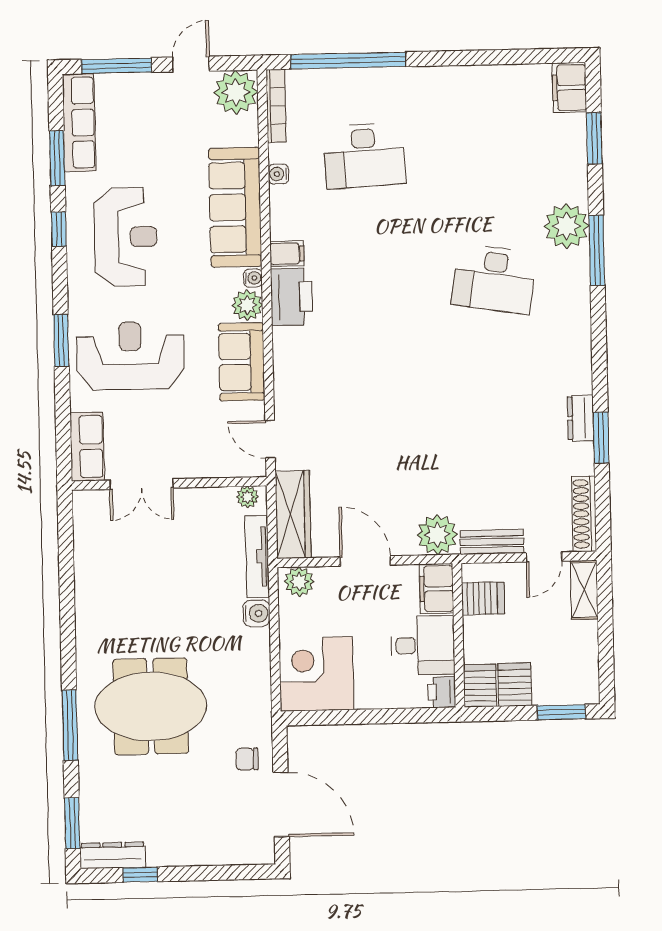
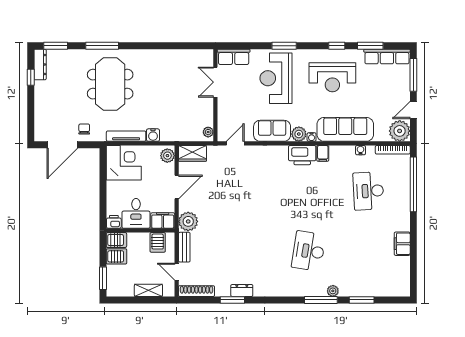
door: (191, 64) -> (413, 110), swing flipped
filing cabinet: (569, 88) -> (402, 244), moved, turned -90
window: (594, 138) -> (362, 300), moved
plant: (567, 226) -> (333, 291), width x0.53, depth x0.53
reception desk: (130, 356) -> (276, 78), turned 180
wardrobe: (293, 514) -> (192, 153), width x0.67
tv unit: (257, 556) -> (126, 136), moved
shelving: (584, 590) -> (148, 290), moved

